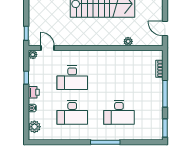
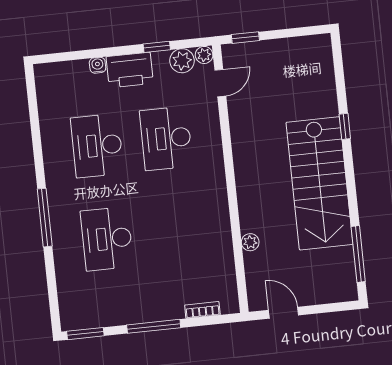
door: (165, 29) -> (284, 313), hinge flipped
printer: (34, 92) -> (130, 70), width x1.87, depth x1.48
plant: (34, 127) -> (182, 61), moved

